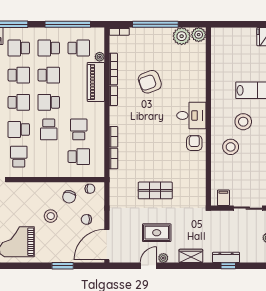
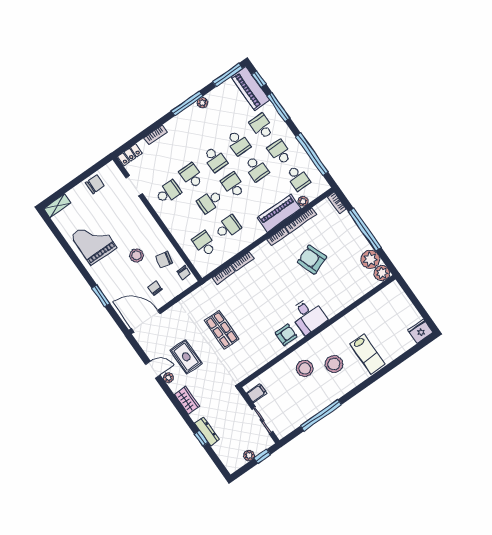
school desk: (79, 157) -> (204, 244), turned 180

